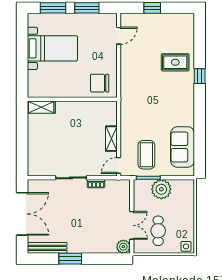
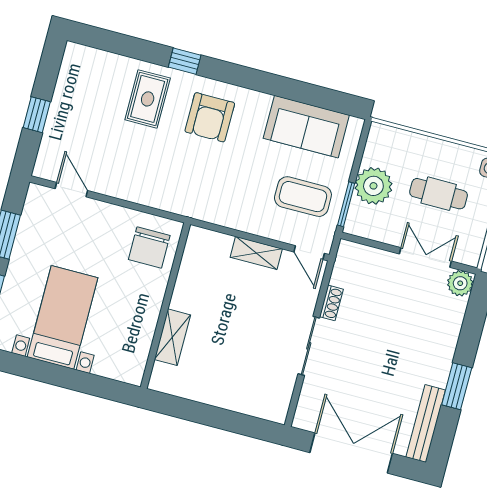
armchair: (174, 96) -> (210, 117), added
shelving: (41, 107) -> (172, 337), moved
cafe table: (158, 231) -> (439, 194), moved

